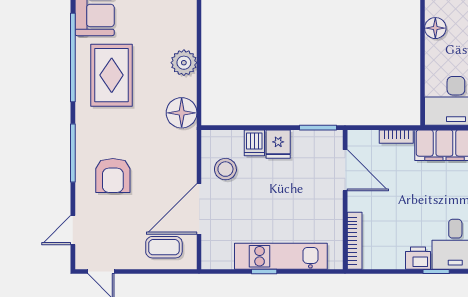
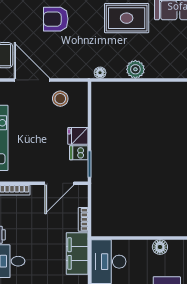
floor lamp: (182, 113) -> (100, 73), width x0.53, depth x0.53
dishwasher: (254, 143) -> (79, 153), moved

